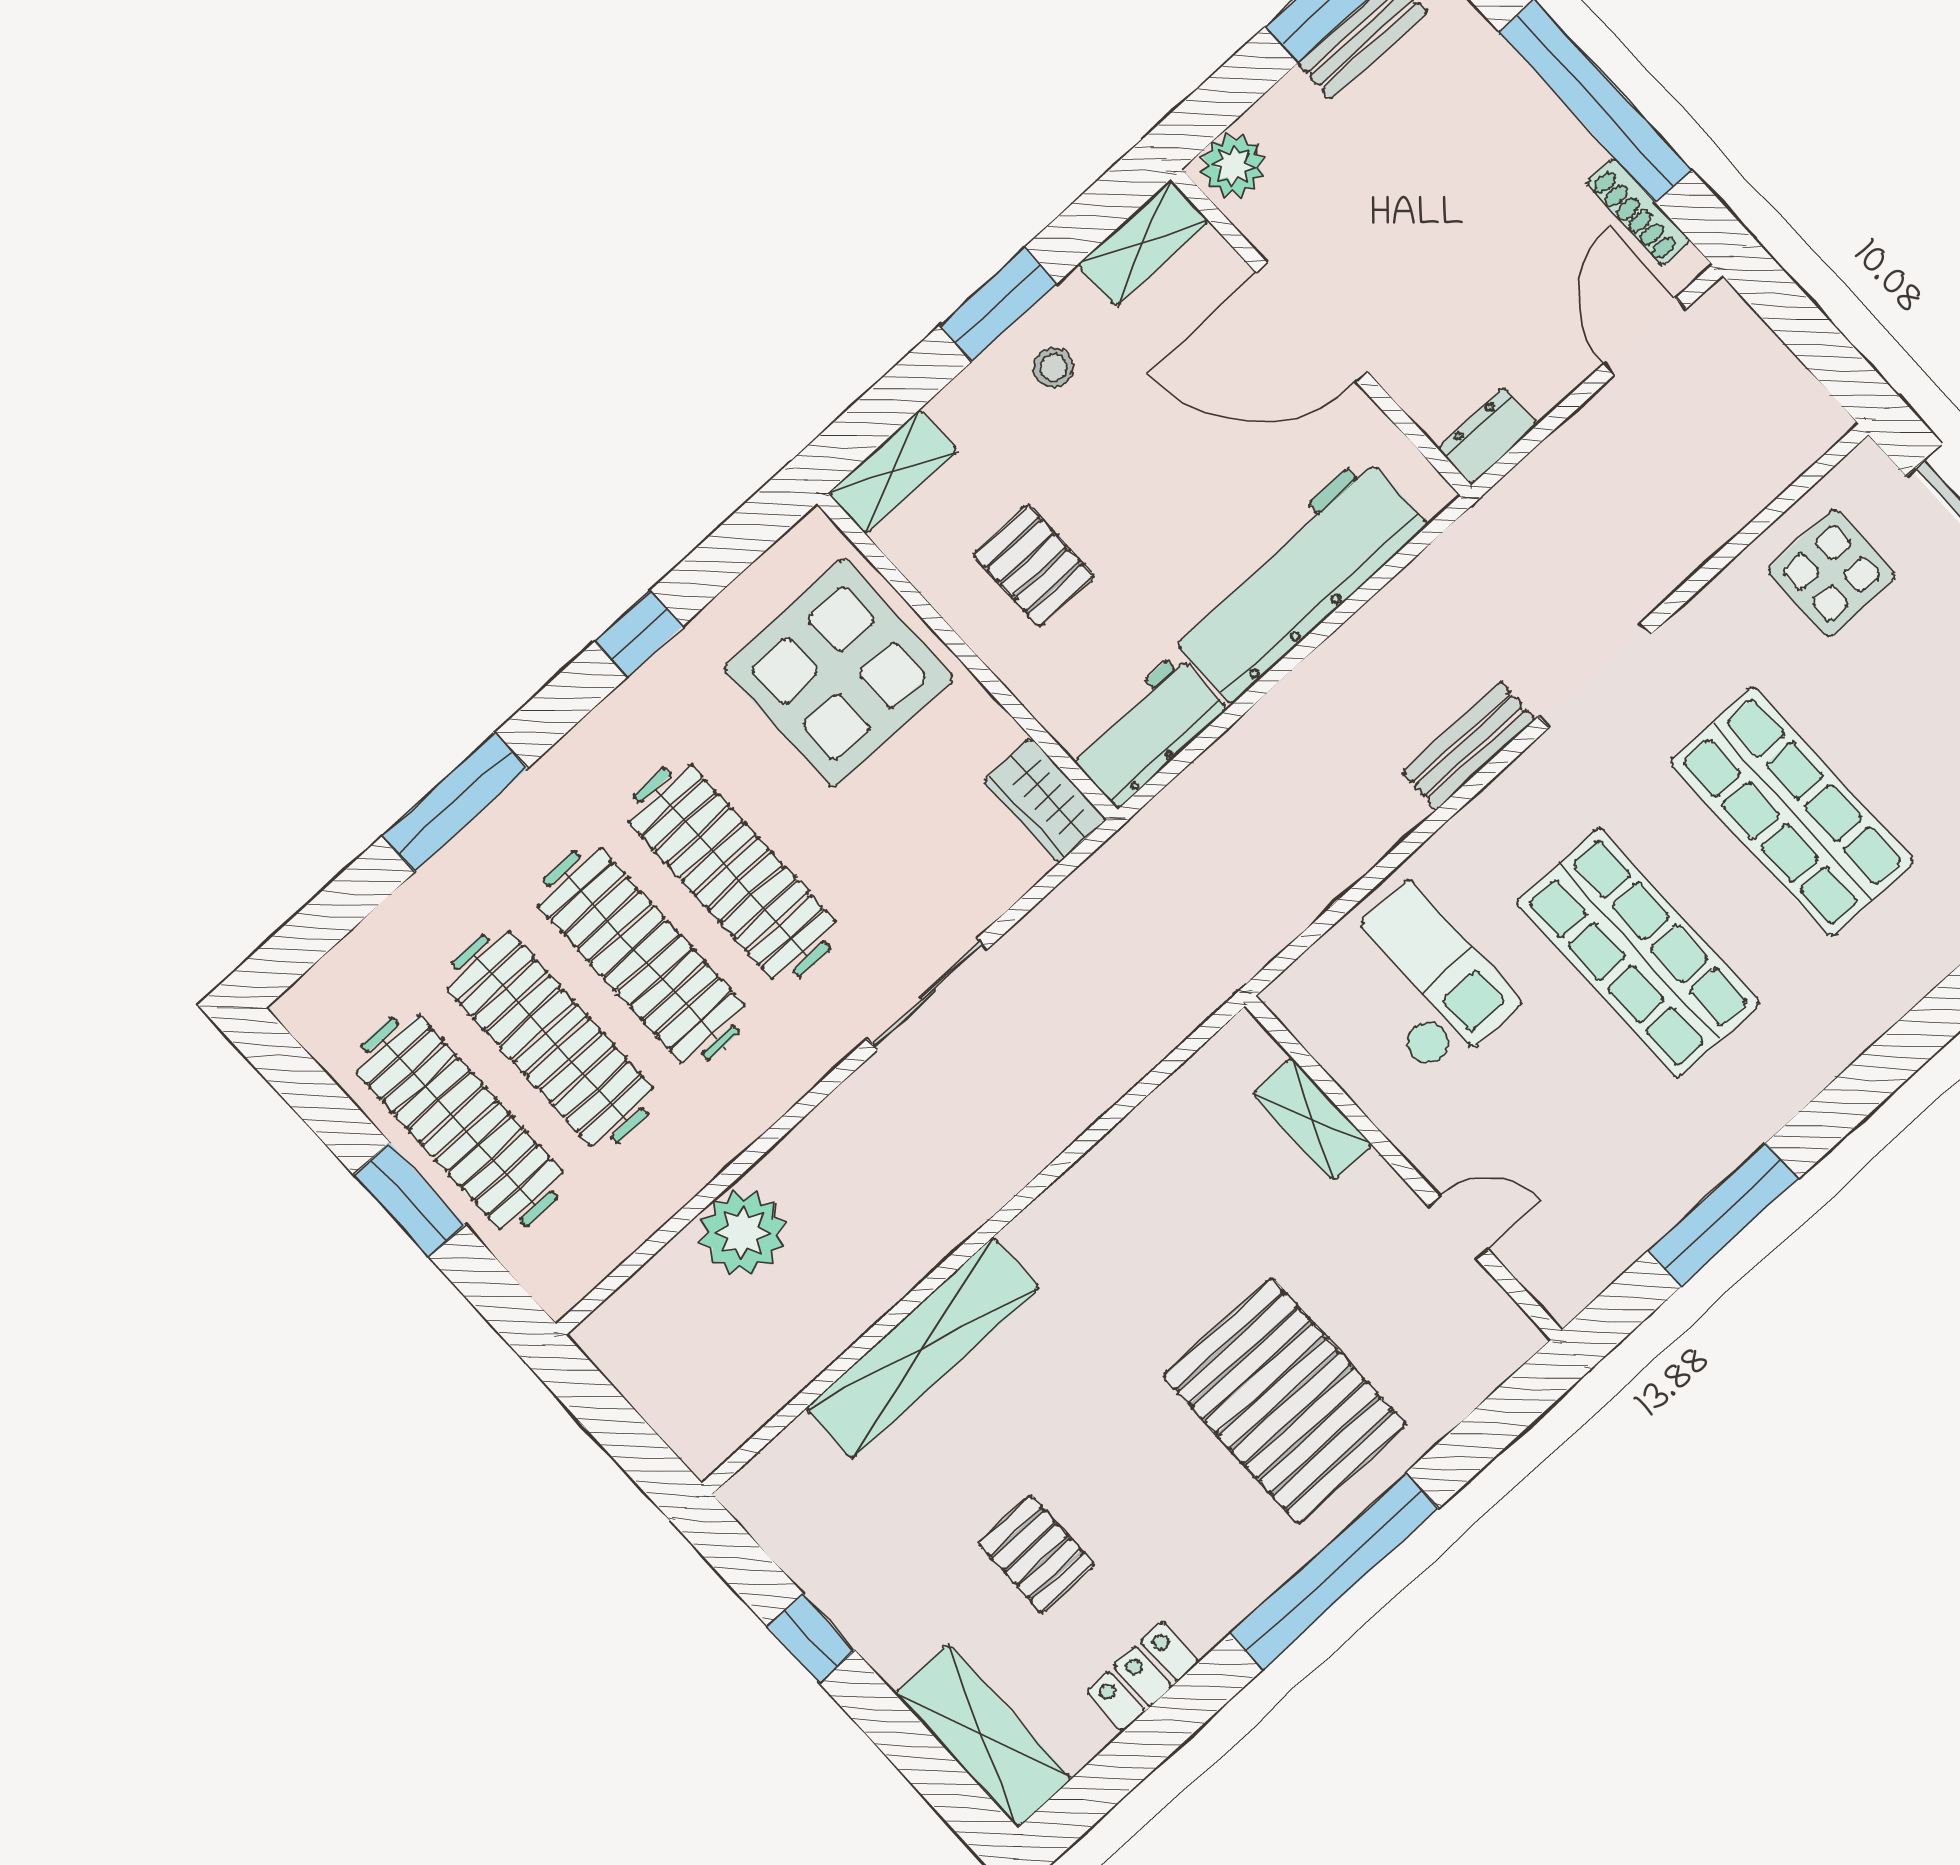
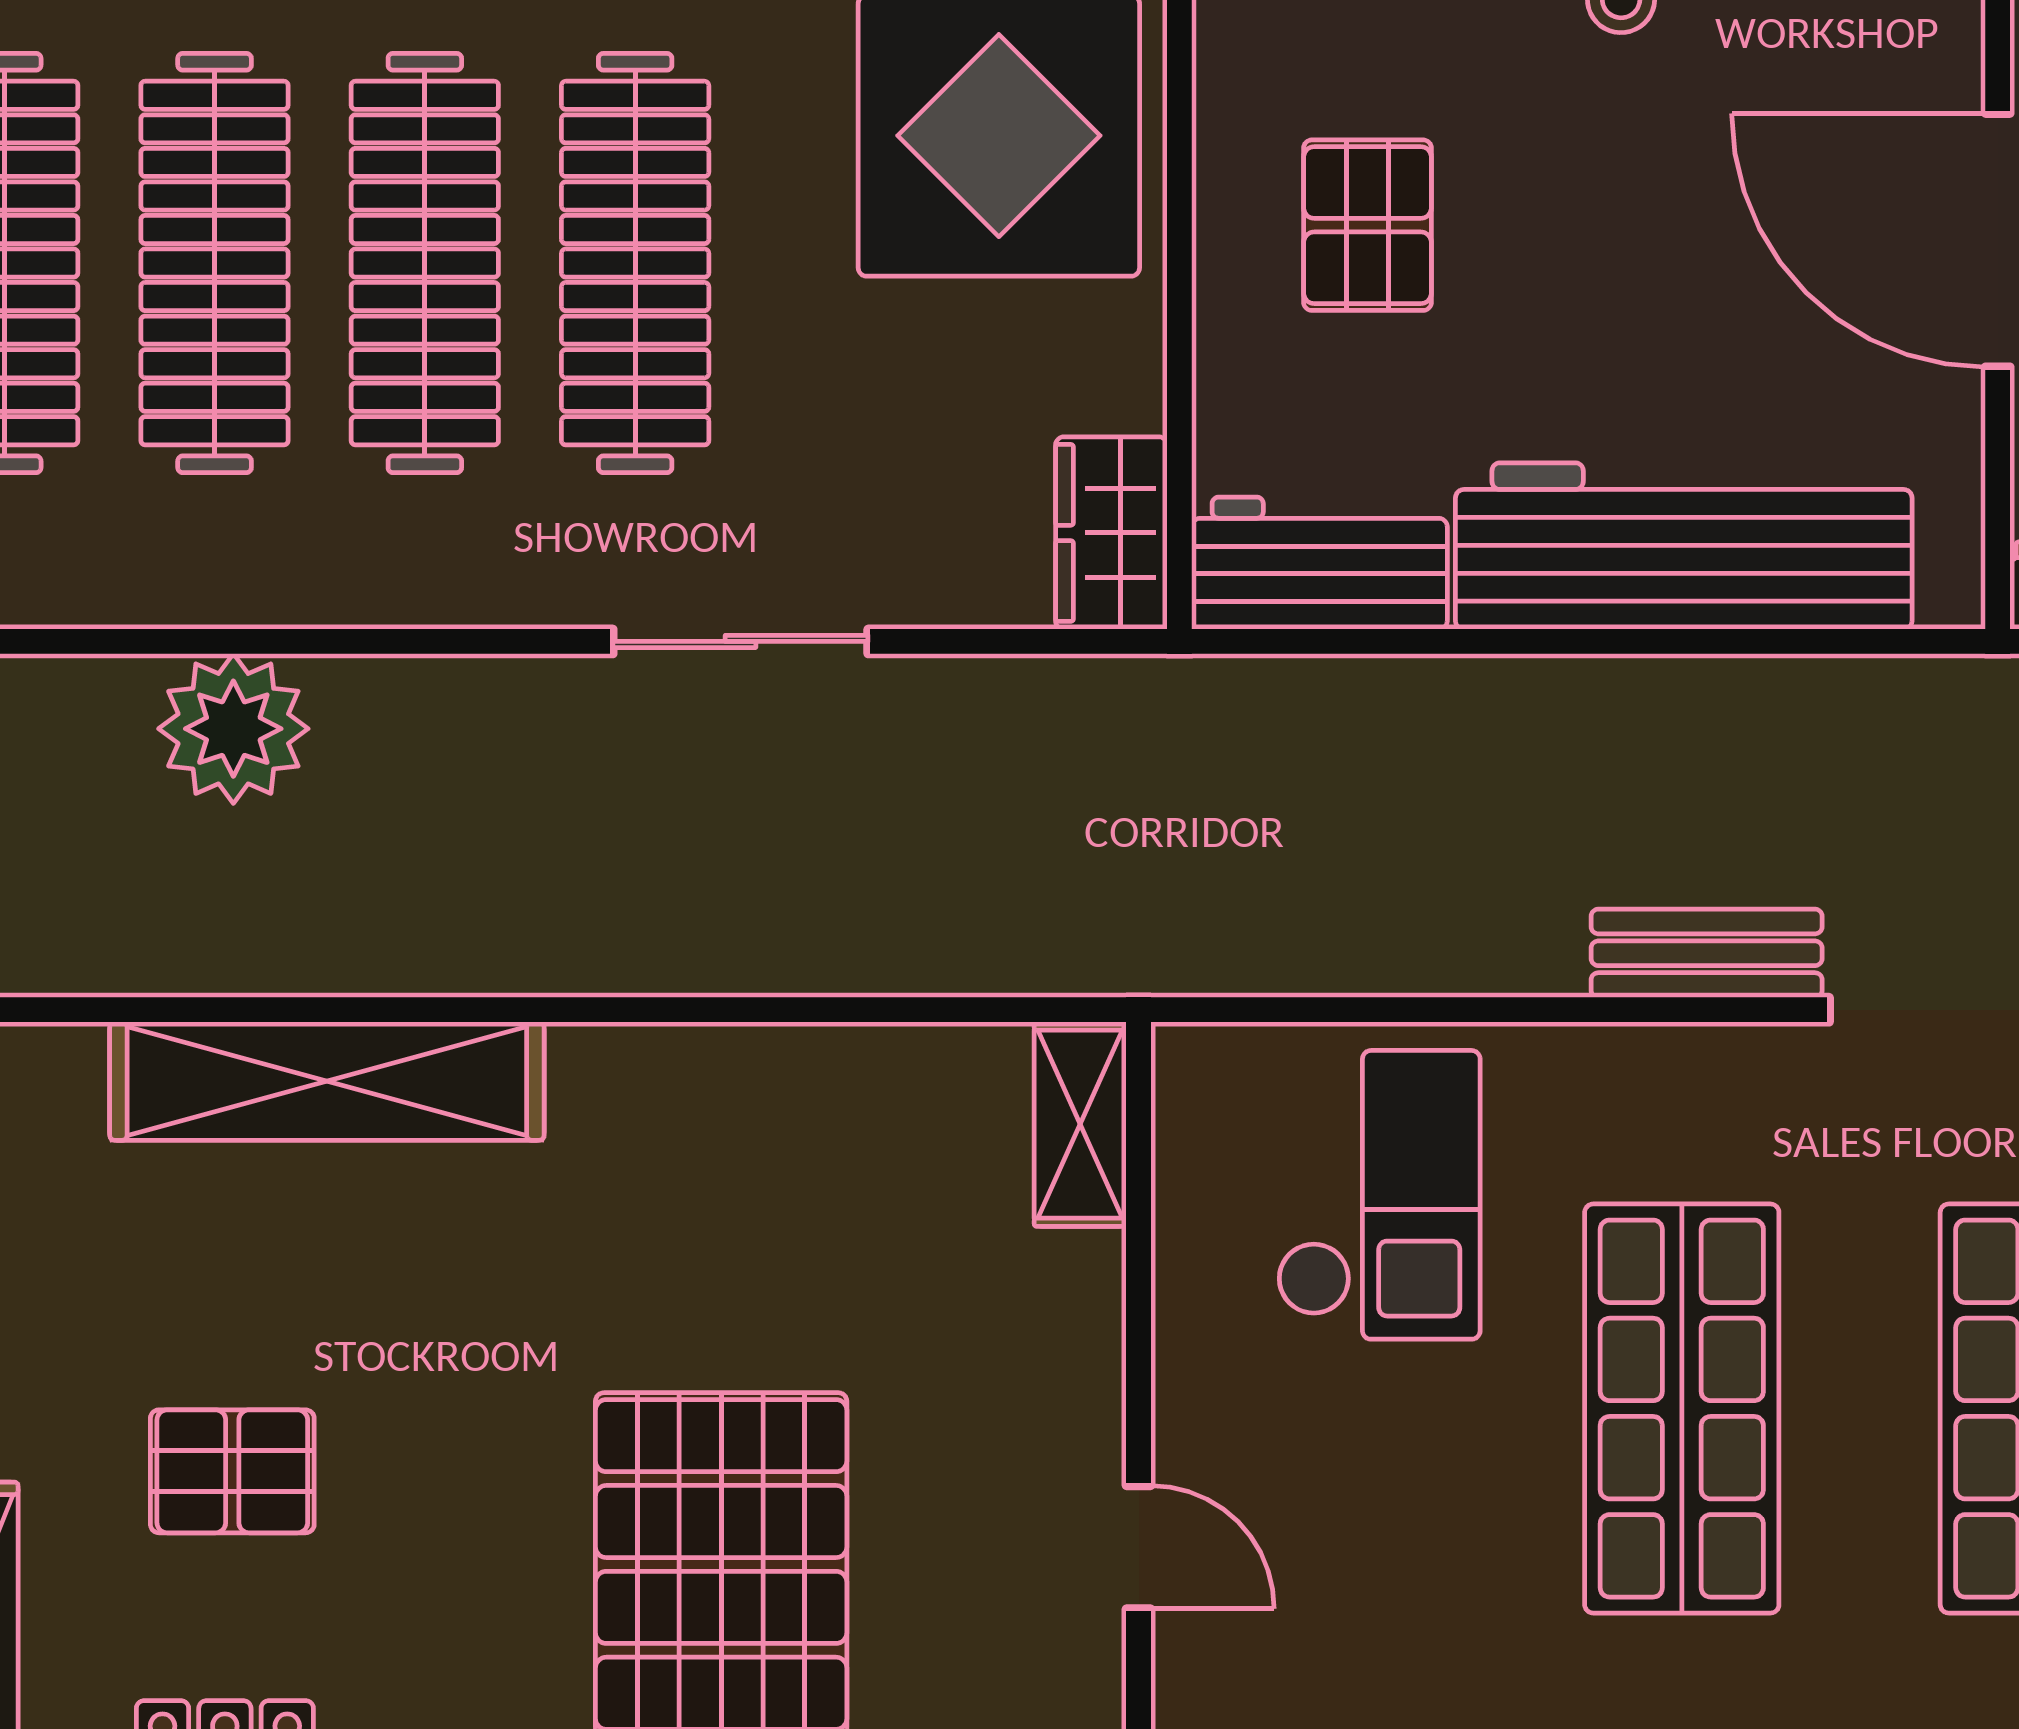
shelving: (1312, 1119) -> (1080, 1124), moved
pallet: (1036, 1554) -> (232, 1471), turned 90

